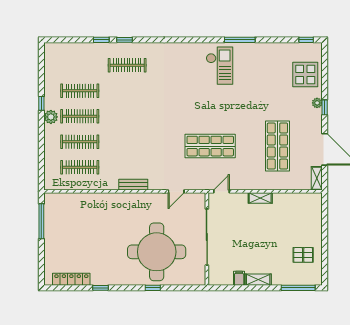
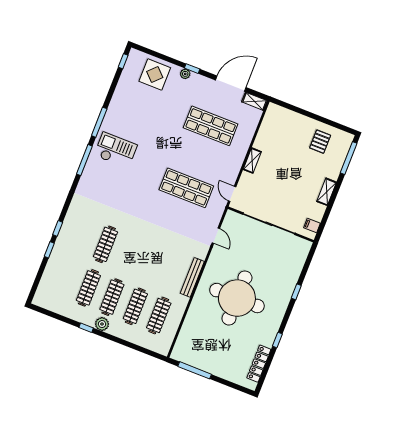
window: (199, 40) -> (84, 160), added
clothes rail: (127, 65) -> (105, 244), moved
shop shelf: (210, 146) -> (186, 188), turned 90
bench: (133, 185) -> (192, 277), width x1.36
round table: (157, 252) -> (237, 298), moved
filing cabinet: (239, 278) -> (312, 226), moved

